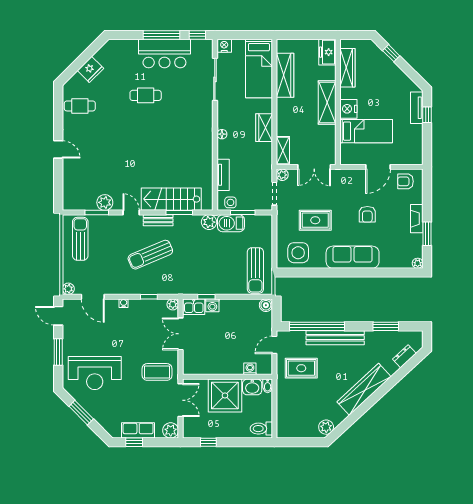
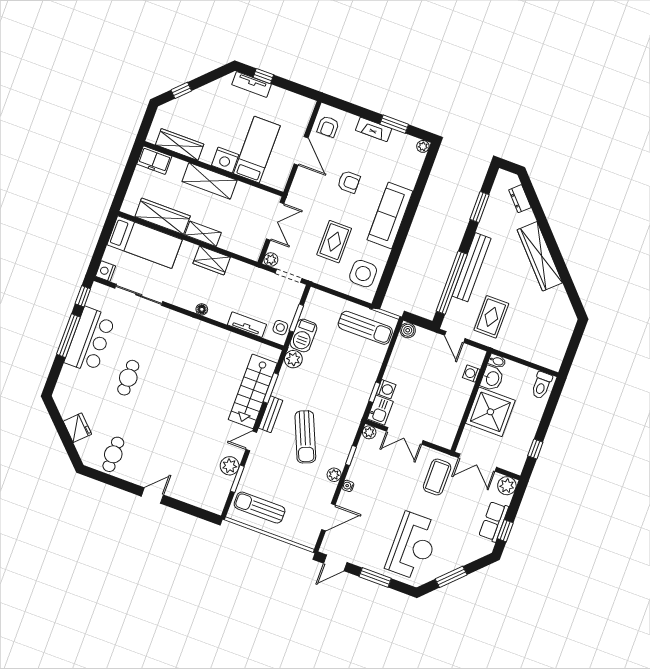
shelving: (283, 151) -> (203, 234), moved
plant: (68, 289) -> (334, 475), moved
double door: (180, 400) -> (477, 463), swing flipped
plant: (326, 427) -> (566, 313), removed

